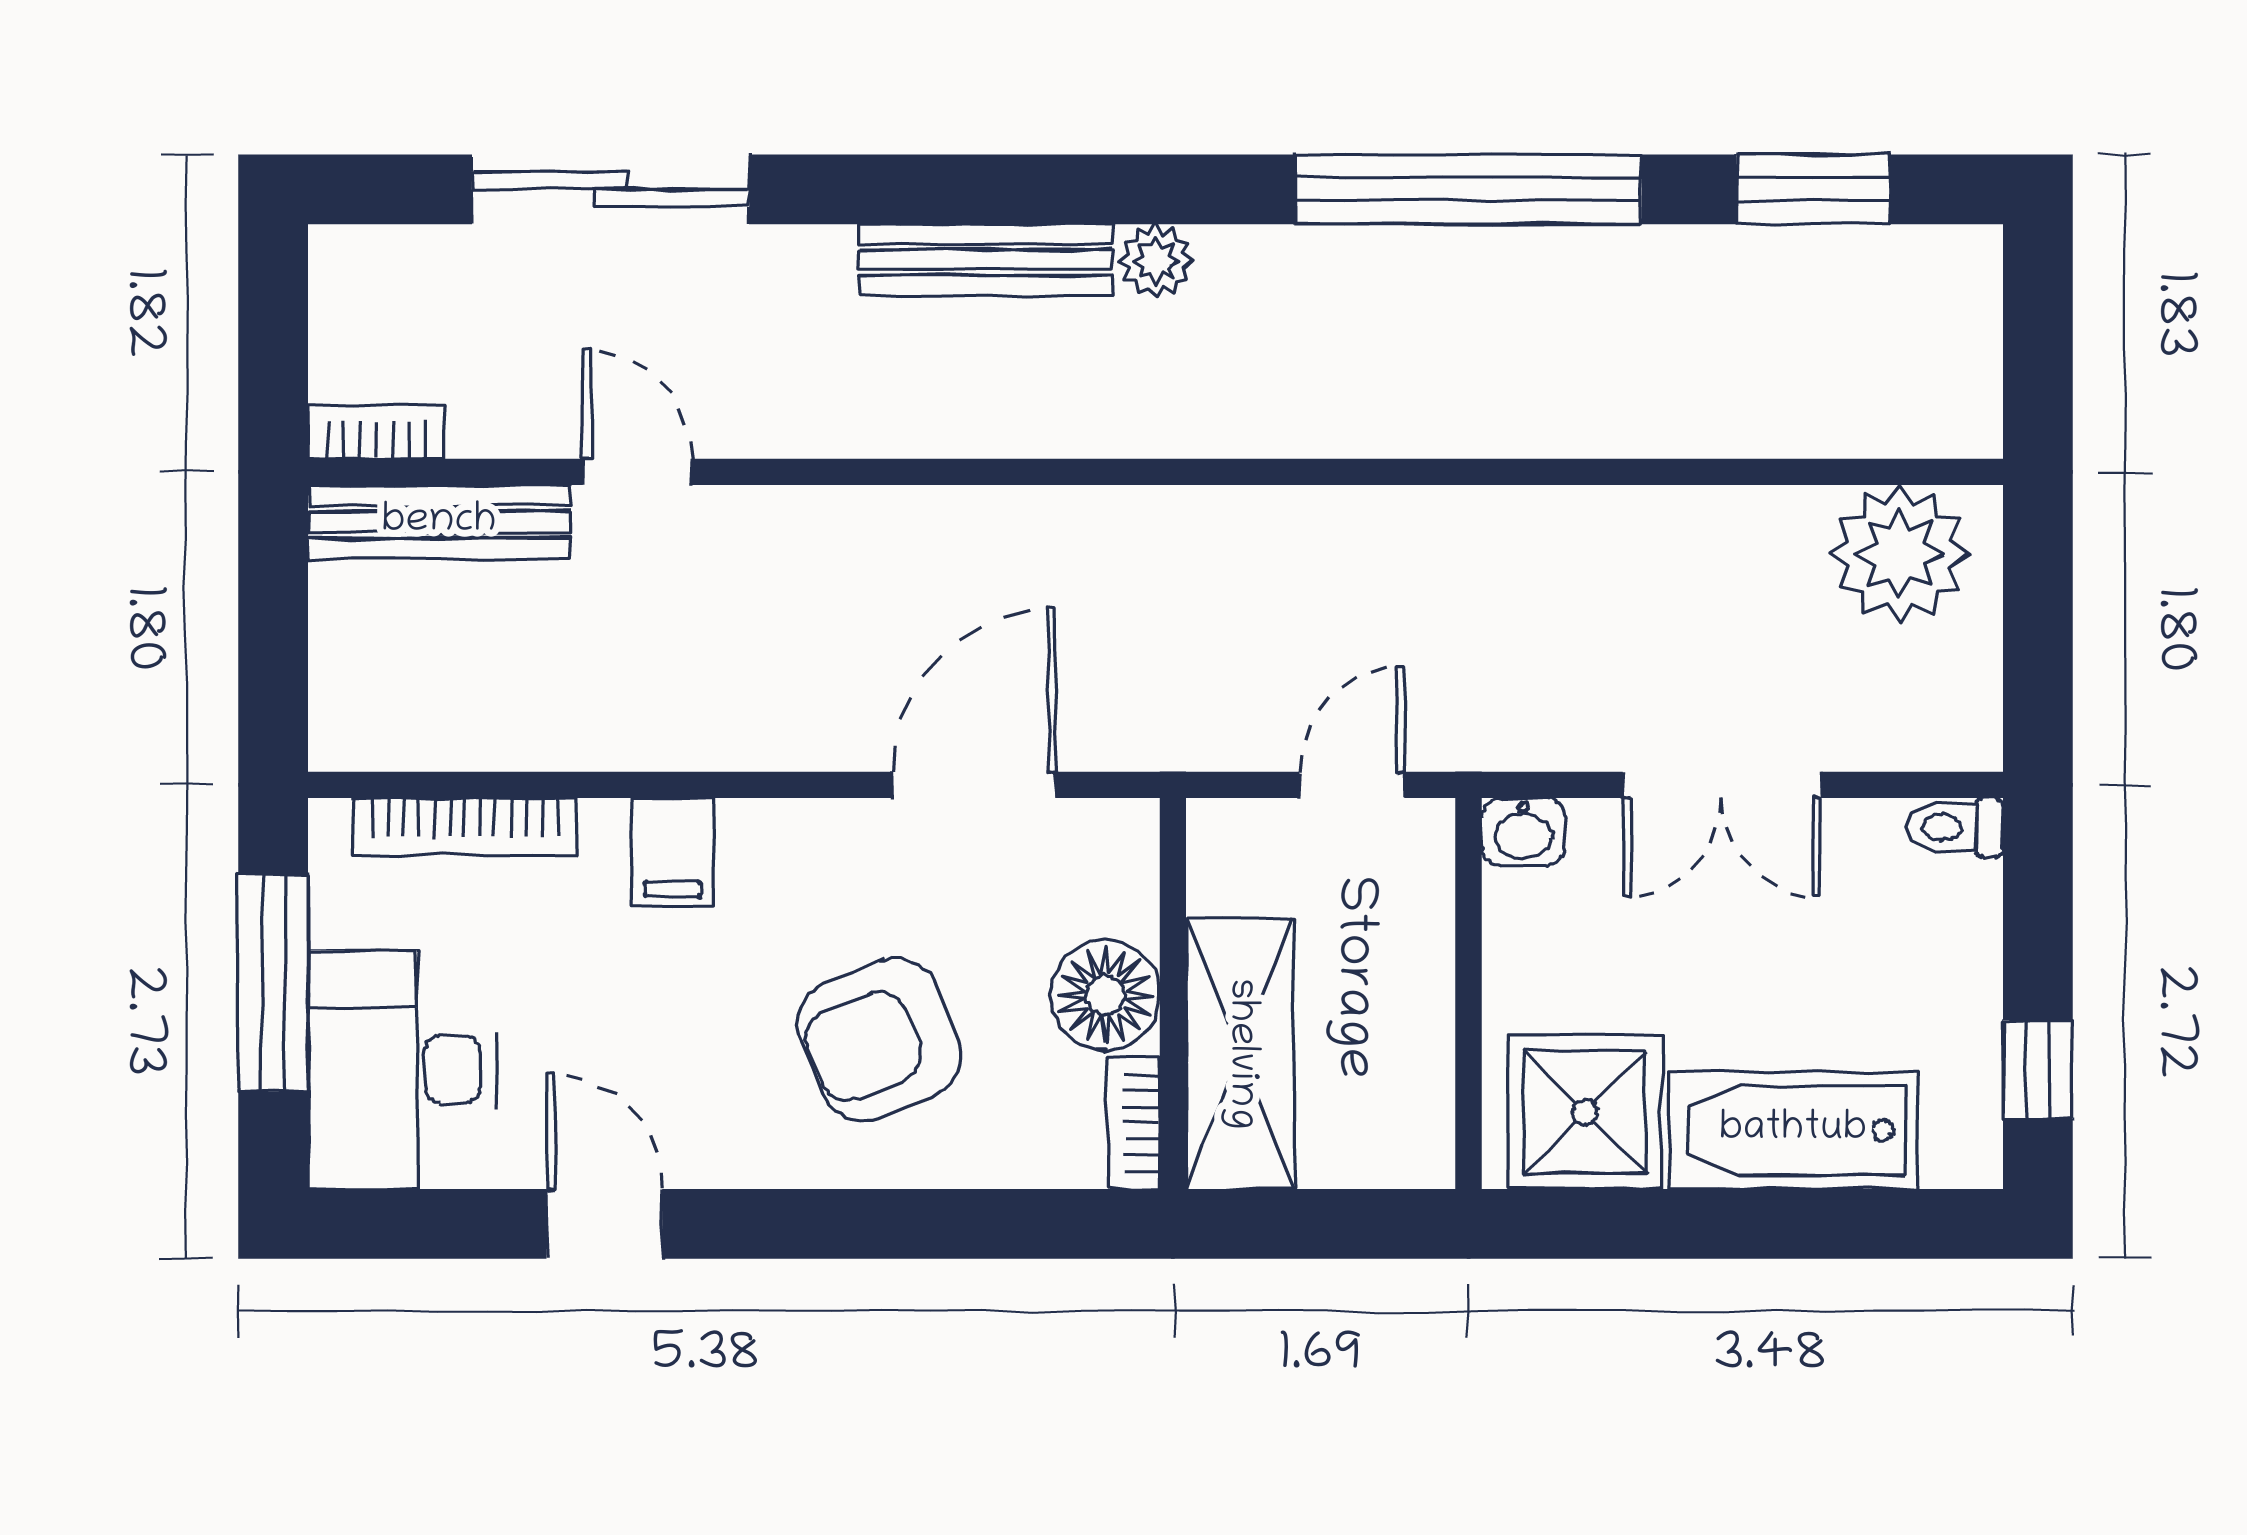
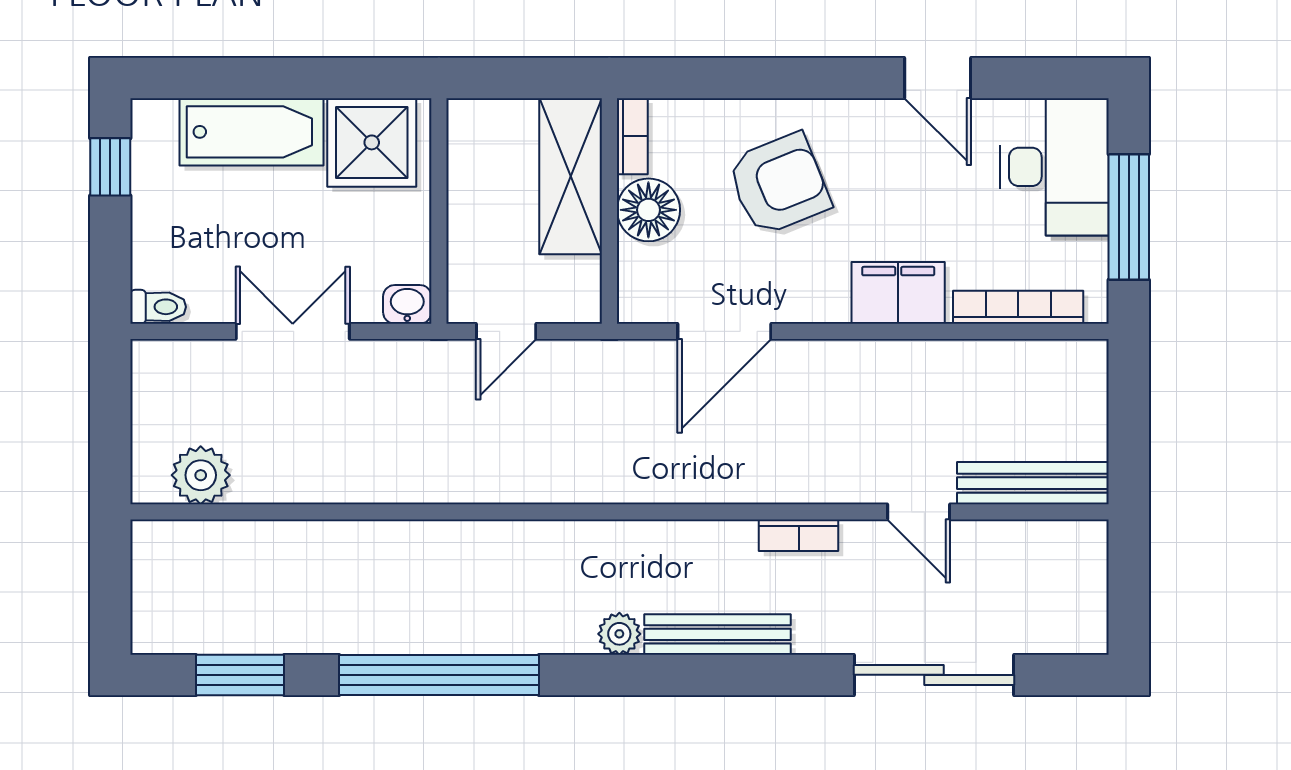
bookcase: (376, 431) -> (799, 535), moved
plant: (1899, 554) -> (201, 475), width x0.73, depth x0.73
filing cabinet: (673, 852) -> (898, 293), width x2.00

